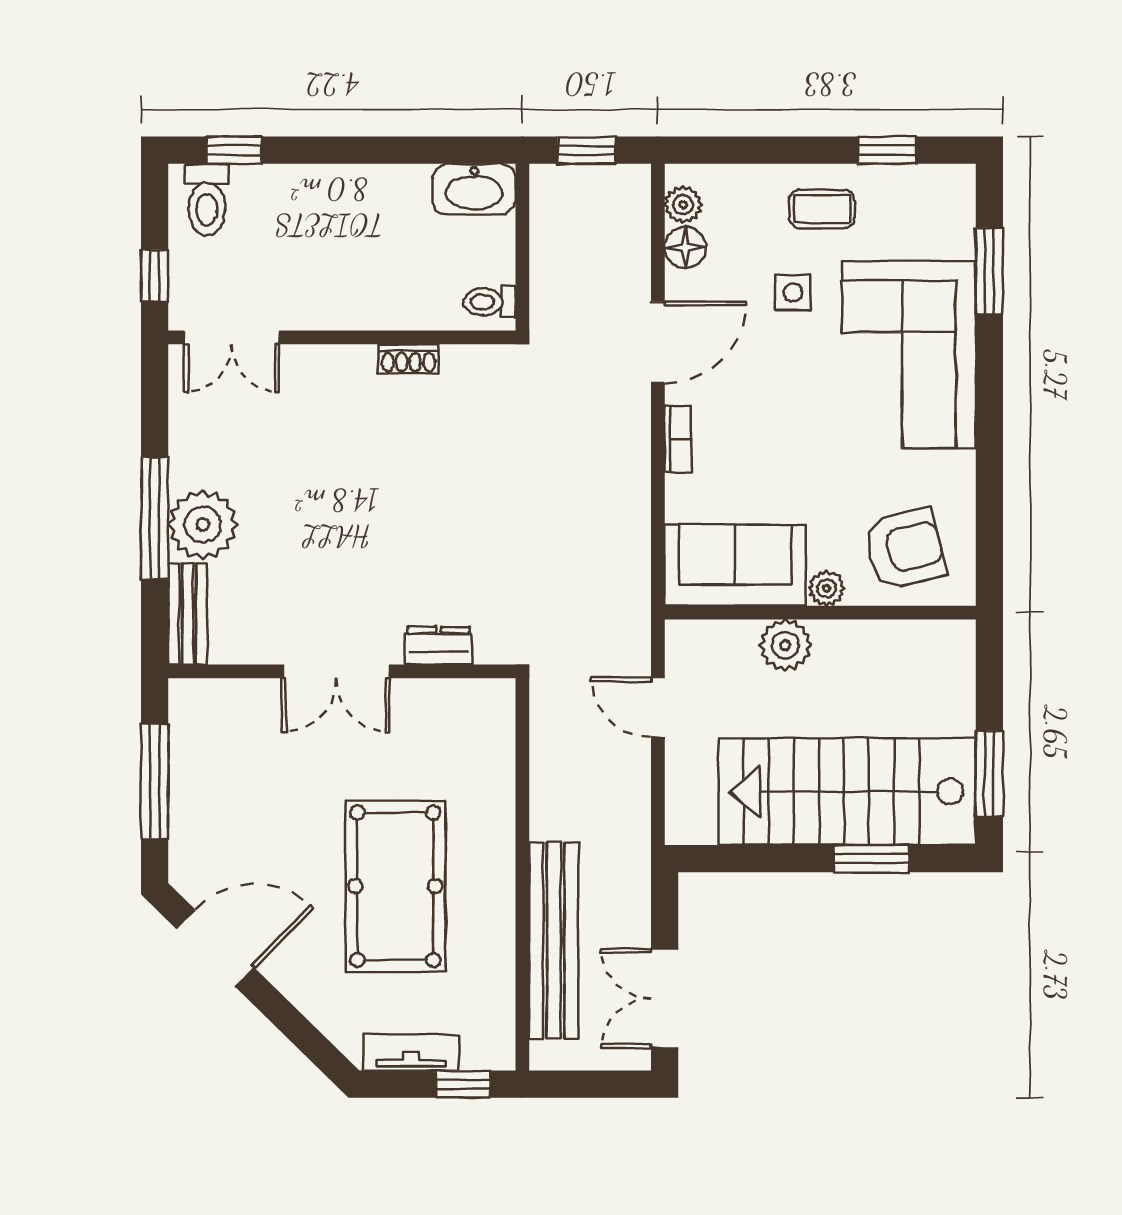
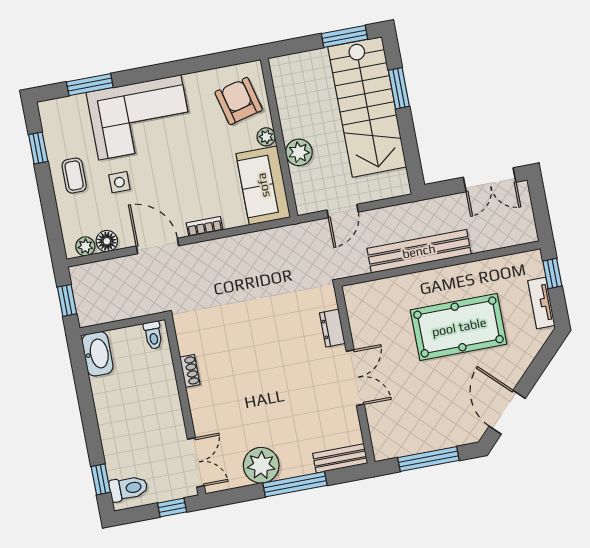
plant: (203, 525) -> (261, 465), moved
bench: (554, 941) -> (419, 251), moved

